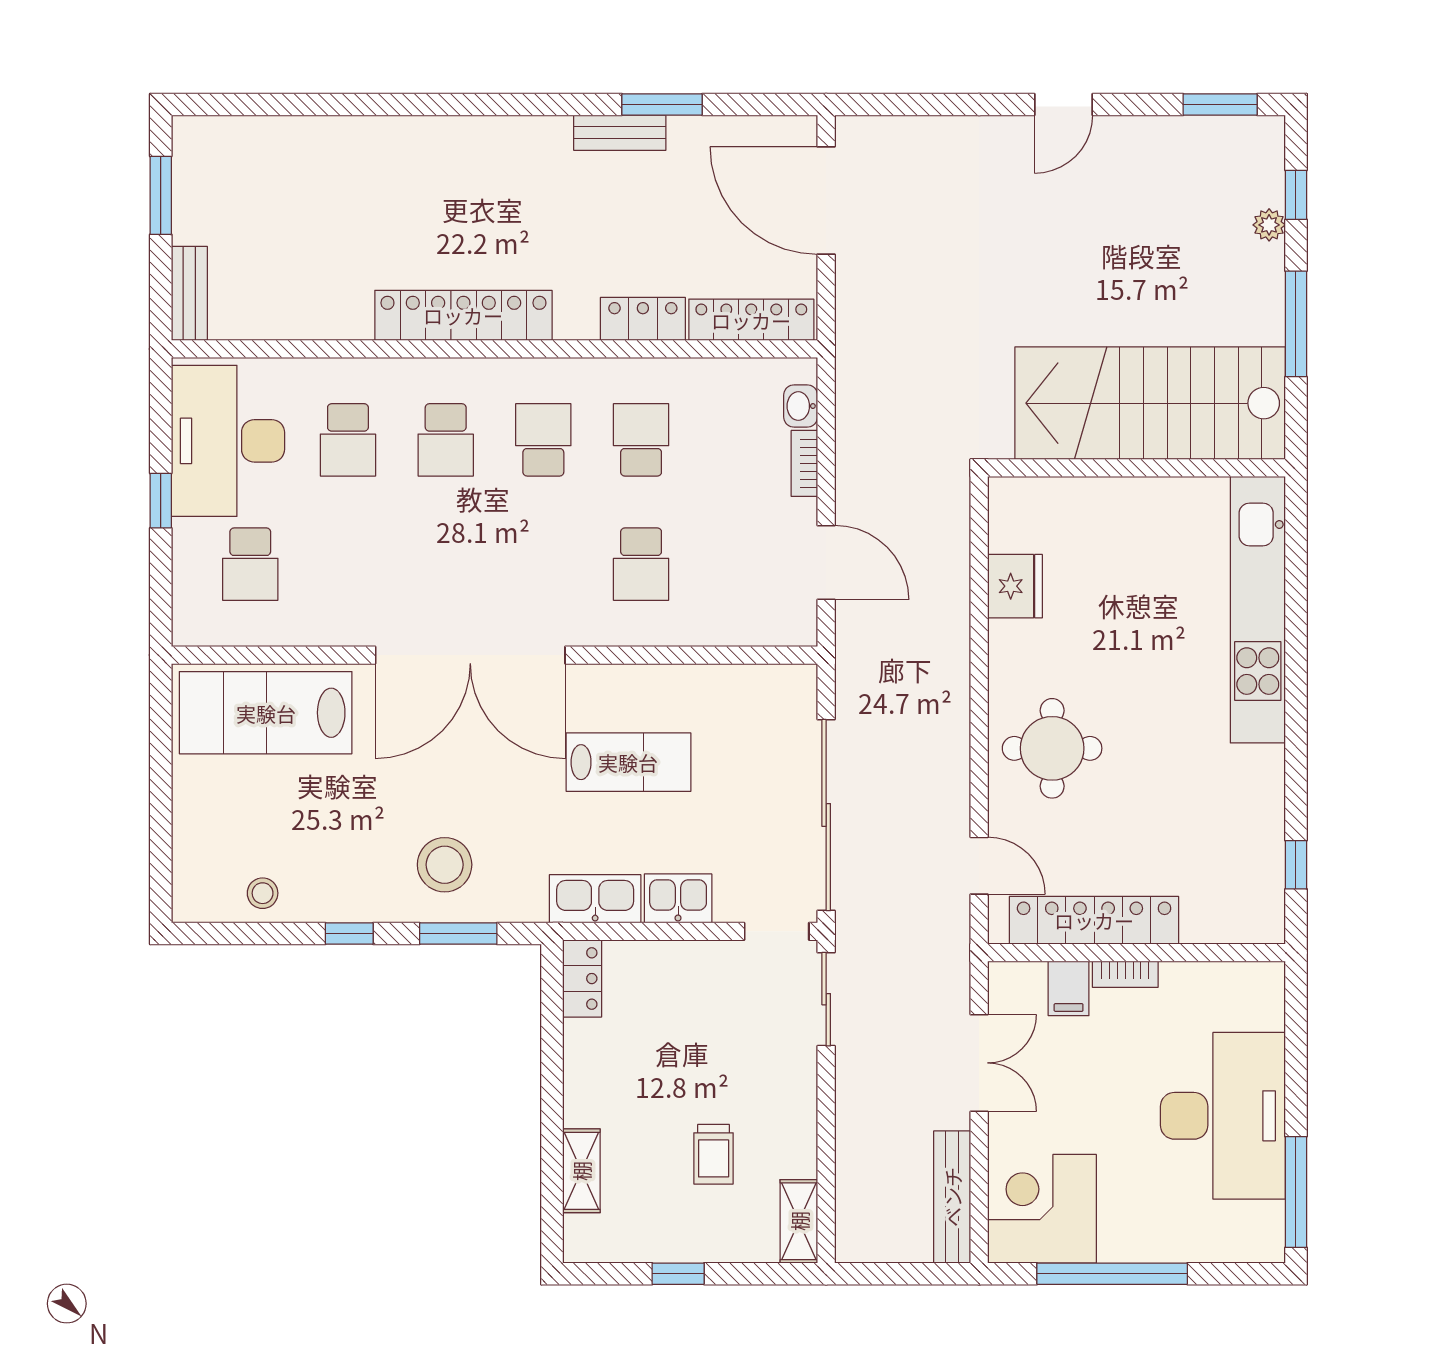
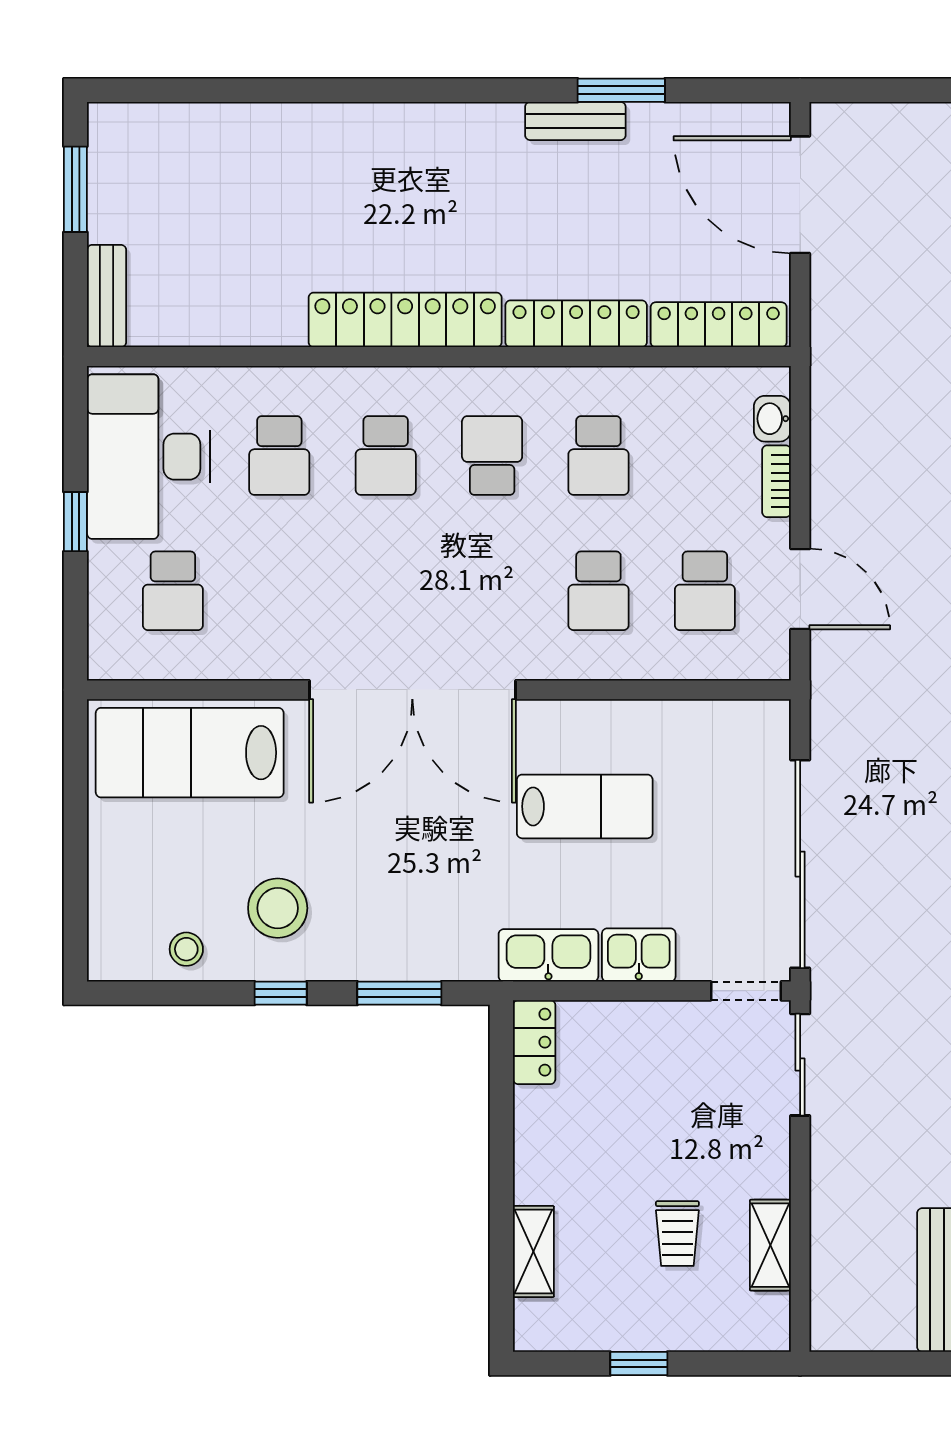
locker: (643, 319) -> (576, 324), width x1.53
school desk: (641, 440) -> (598, 456), turned 180
school desk: (739, 564) -> (705, 591), added
stool: (445, 865) -> (278, 908), moved
shelving: (799, 1221) -> (770, 1245), moved

